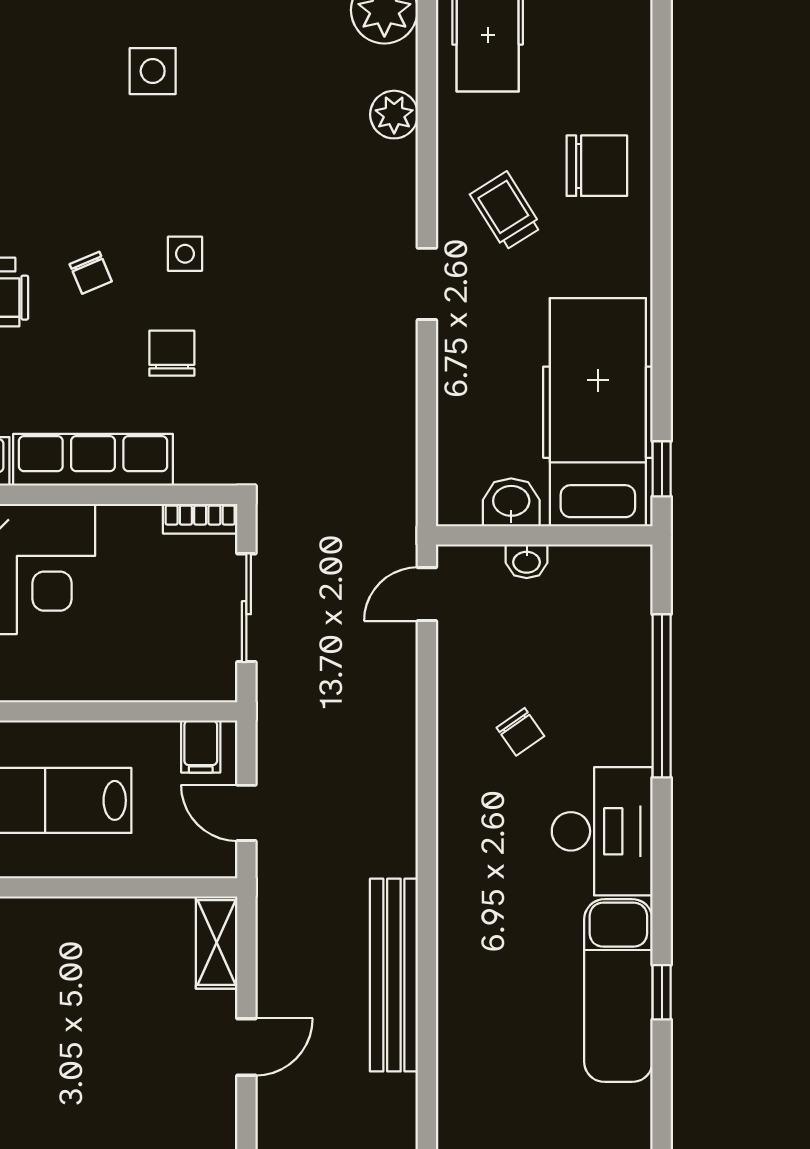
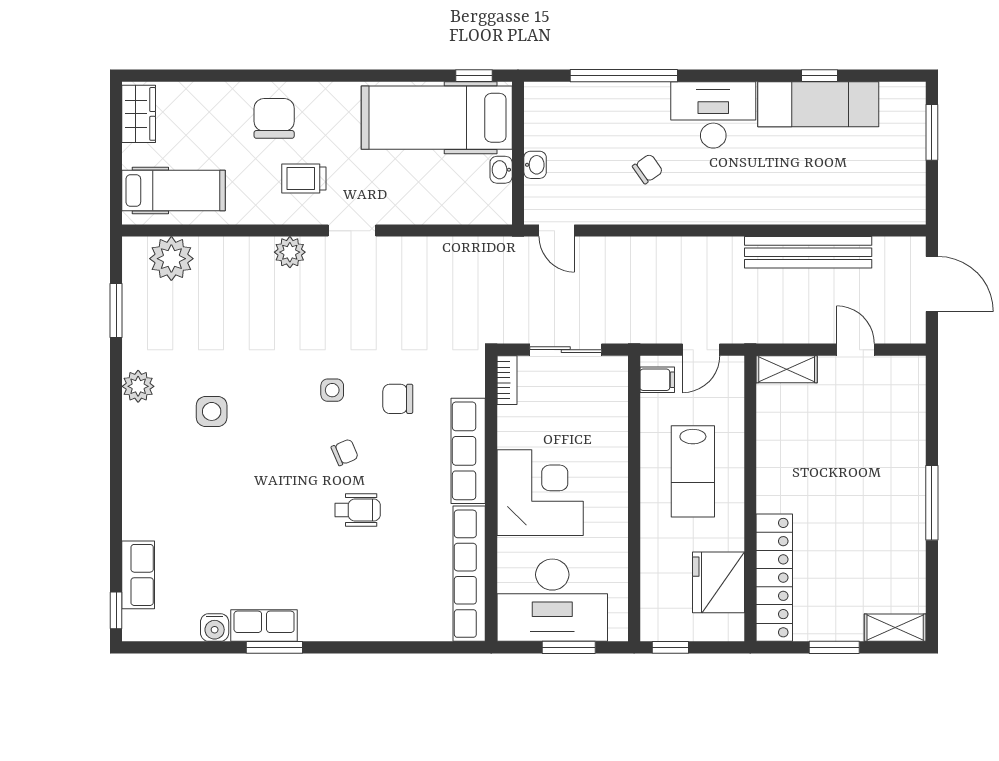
plant: (394, 115) -> (290, 252), moved
trolley: (506, 211) -> (304, 178), turned 32
washbasin: (511, 502) -> (501, 170), width x0.72, depth x0.69

